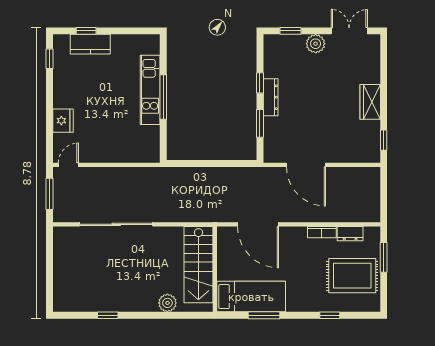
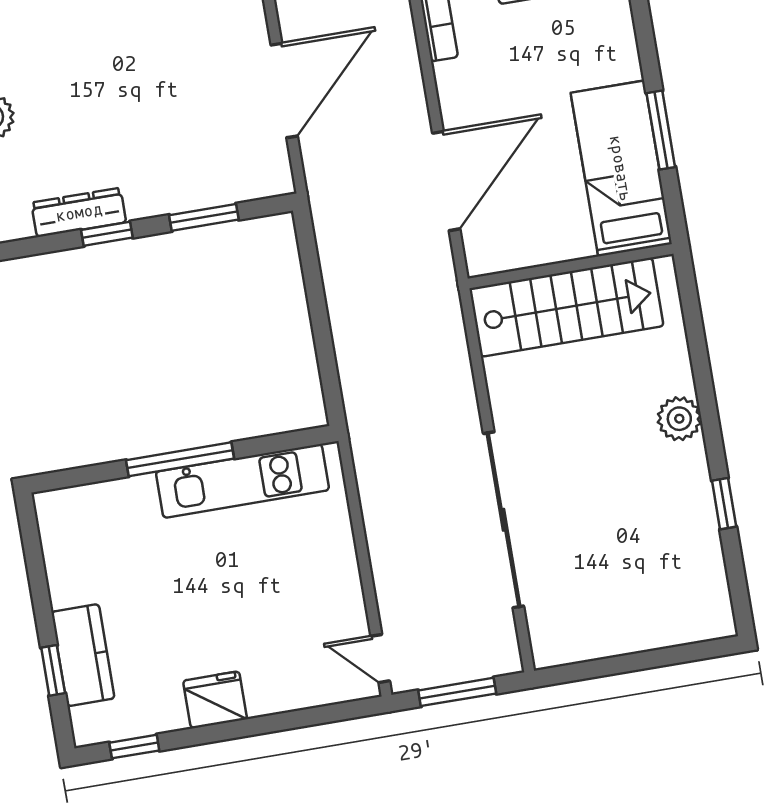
kitchen unit: (150, 90) -> (242, 481), moved
dresser: (271, 97) -> (79, 212), moved
fridge: (63, 121) -> (215, 700), moved
plant: (167, 303) -> (679, 419), moved

